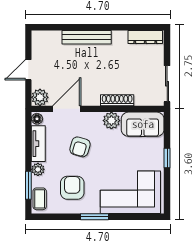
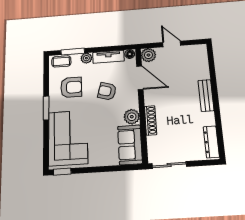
bench: (87, 37) -> (206, 95), width x0.73
window: (167, 158) -> (62, 172), moved

